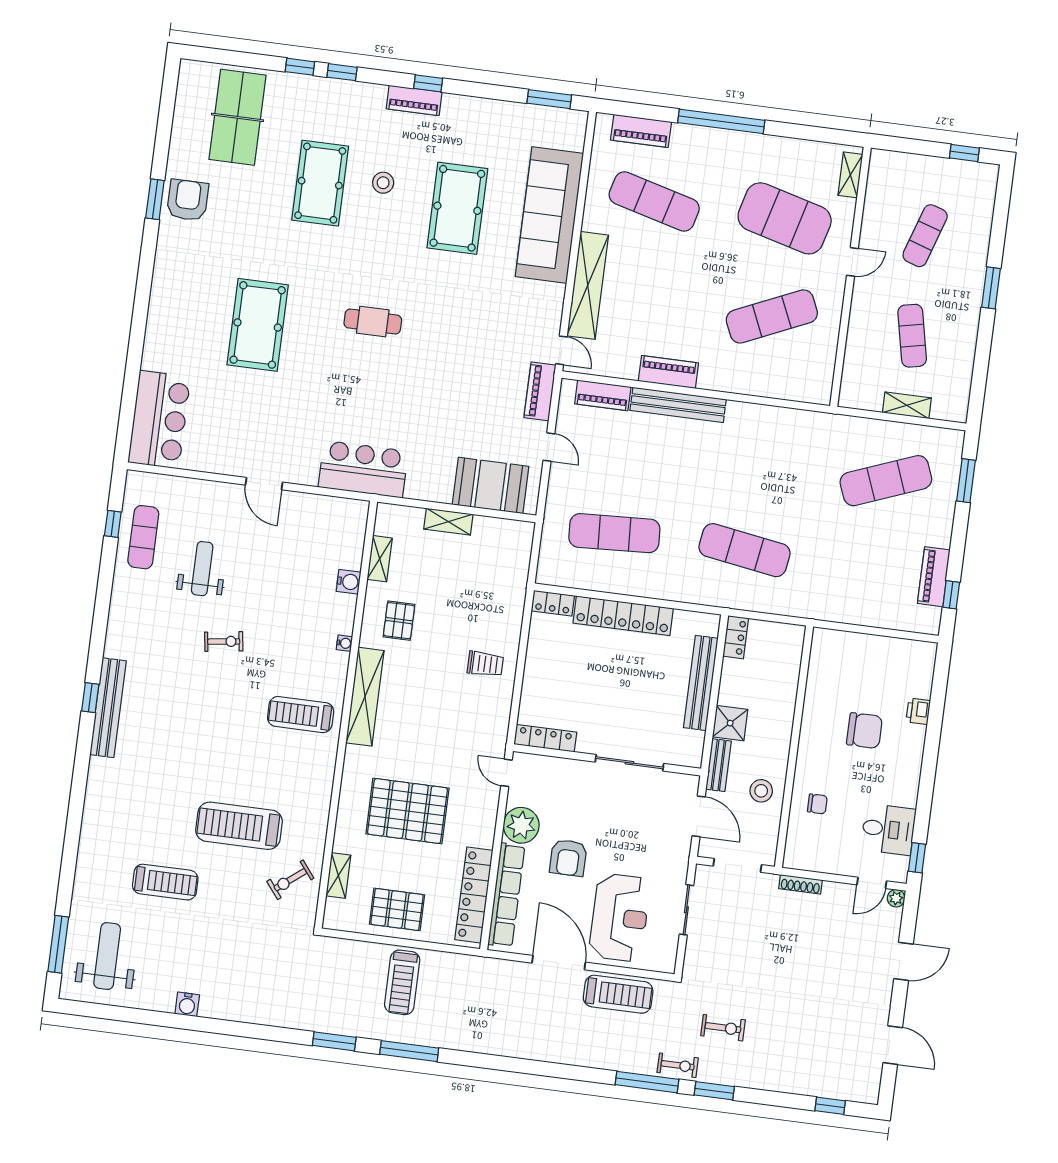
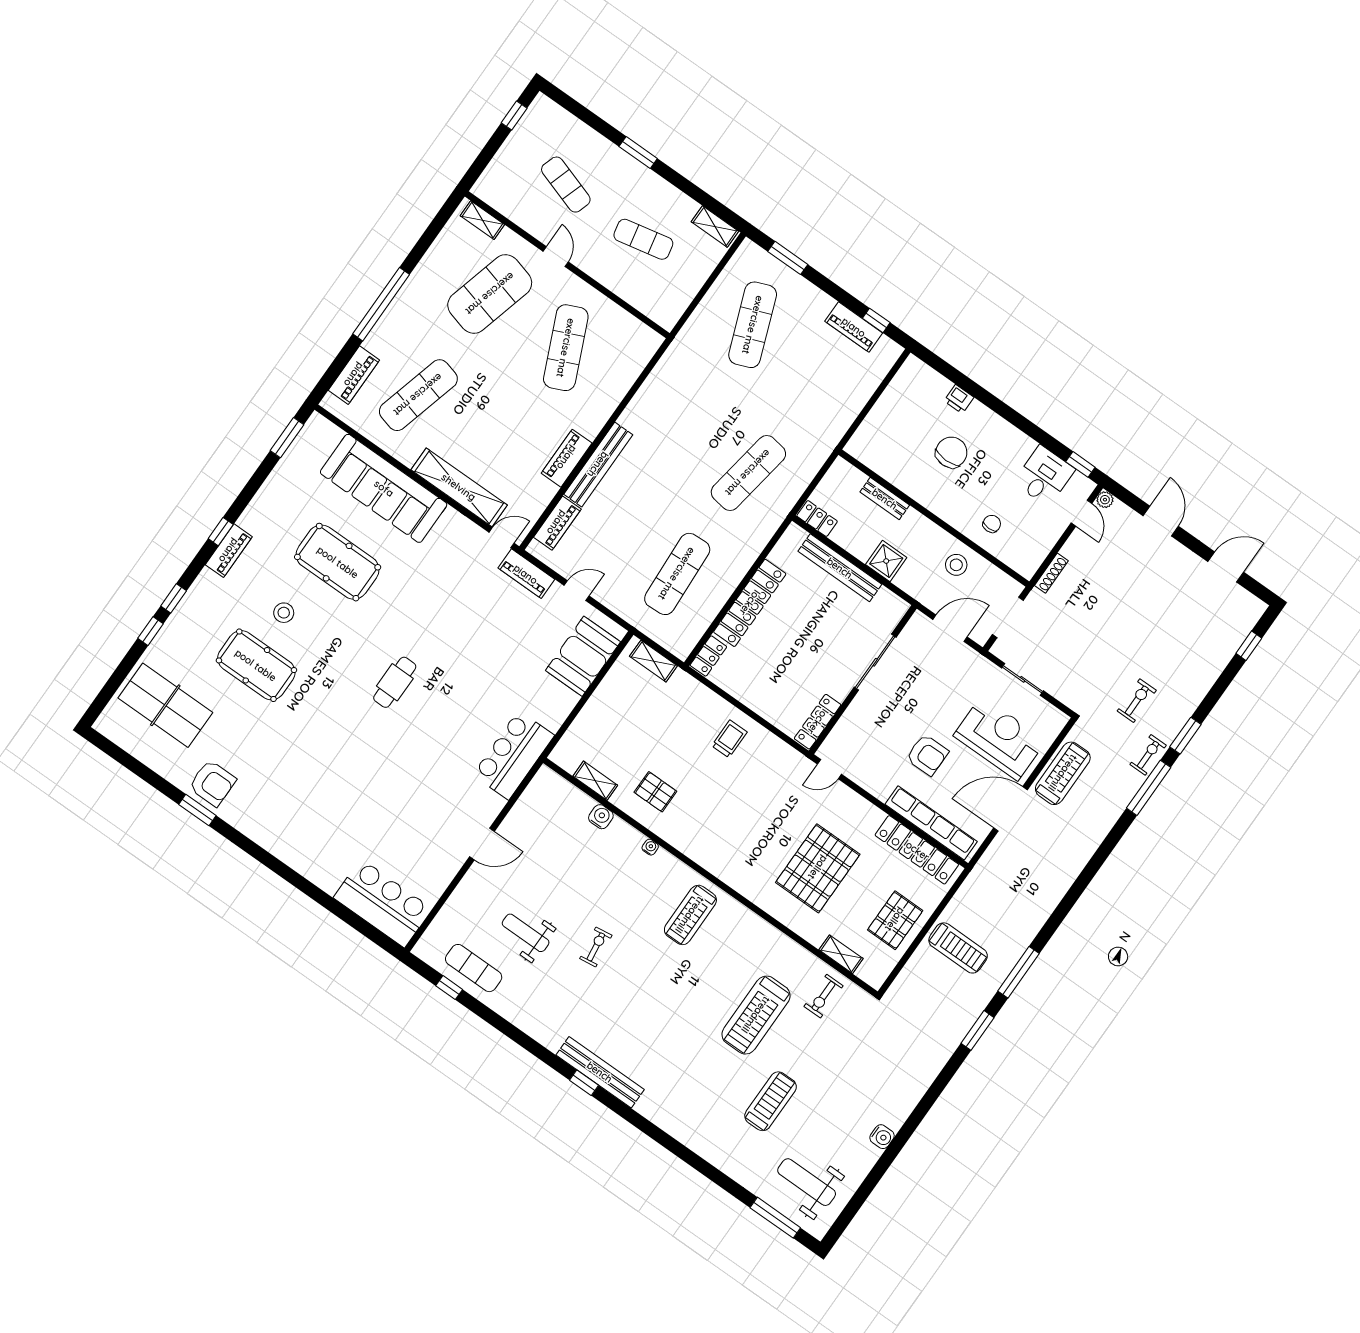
armchair: (188, 200) -> (212, 783), turned 180
pool table: (258, 325) -> (347, 780), removed
shelving: (907, 405) -> (715, 227), moved, turned 90
shelving: (448, 522) -> (653, 661), moved, turned 90
shelving: (365, 697) -> (704, 854), removed
bench: (718, 765) -> (885, 499), moved
plant: (521, 825) -> (880, 780), removed
exercise bike: (290, 880) -> (824, 996), turned 38

